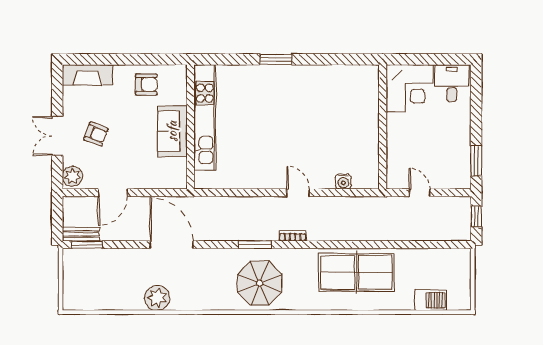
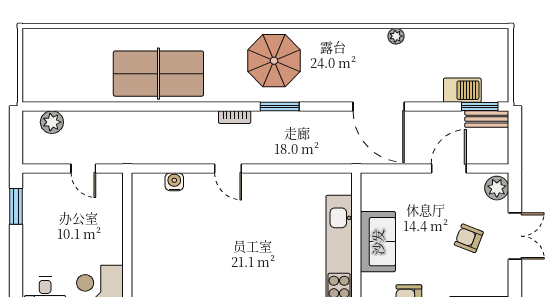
window: (476, 217) -> (16, 140), removed
plant: (446, 232) -> (52, 122), added
plant: (157, 298) -> (396, 36), width x0.53, depth x0.53
barbecue: (431, 300) -> (462, 90), moved, turned 180

